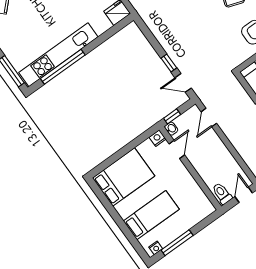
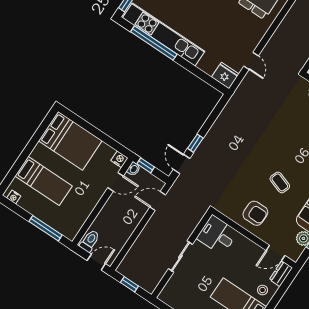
window: (177, 243) -> (45, 228), moved

